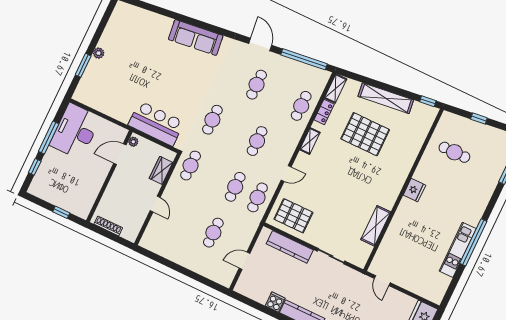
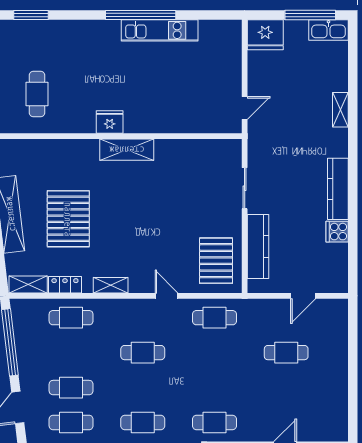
cafe table: (235, 187) -> (71, 423), moved
shelving: (376, 226) -> (127, 150), moved
door: (245, 261) -> (303, 296), hinge flipped

